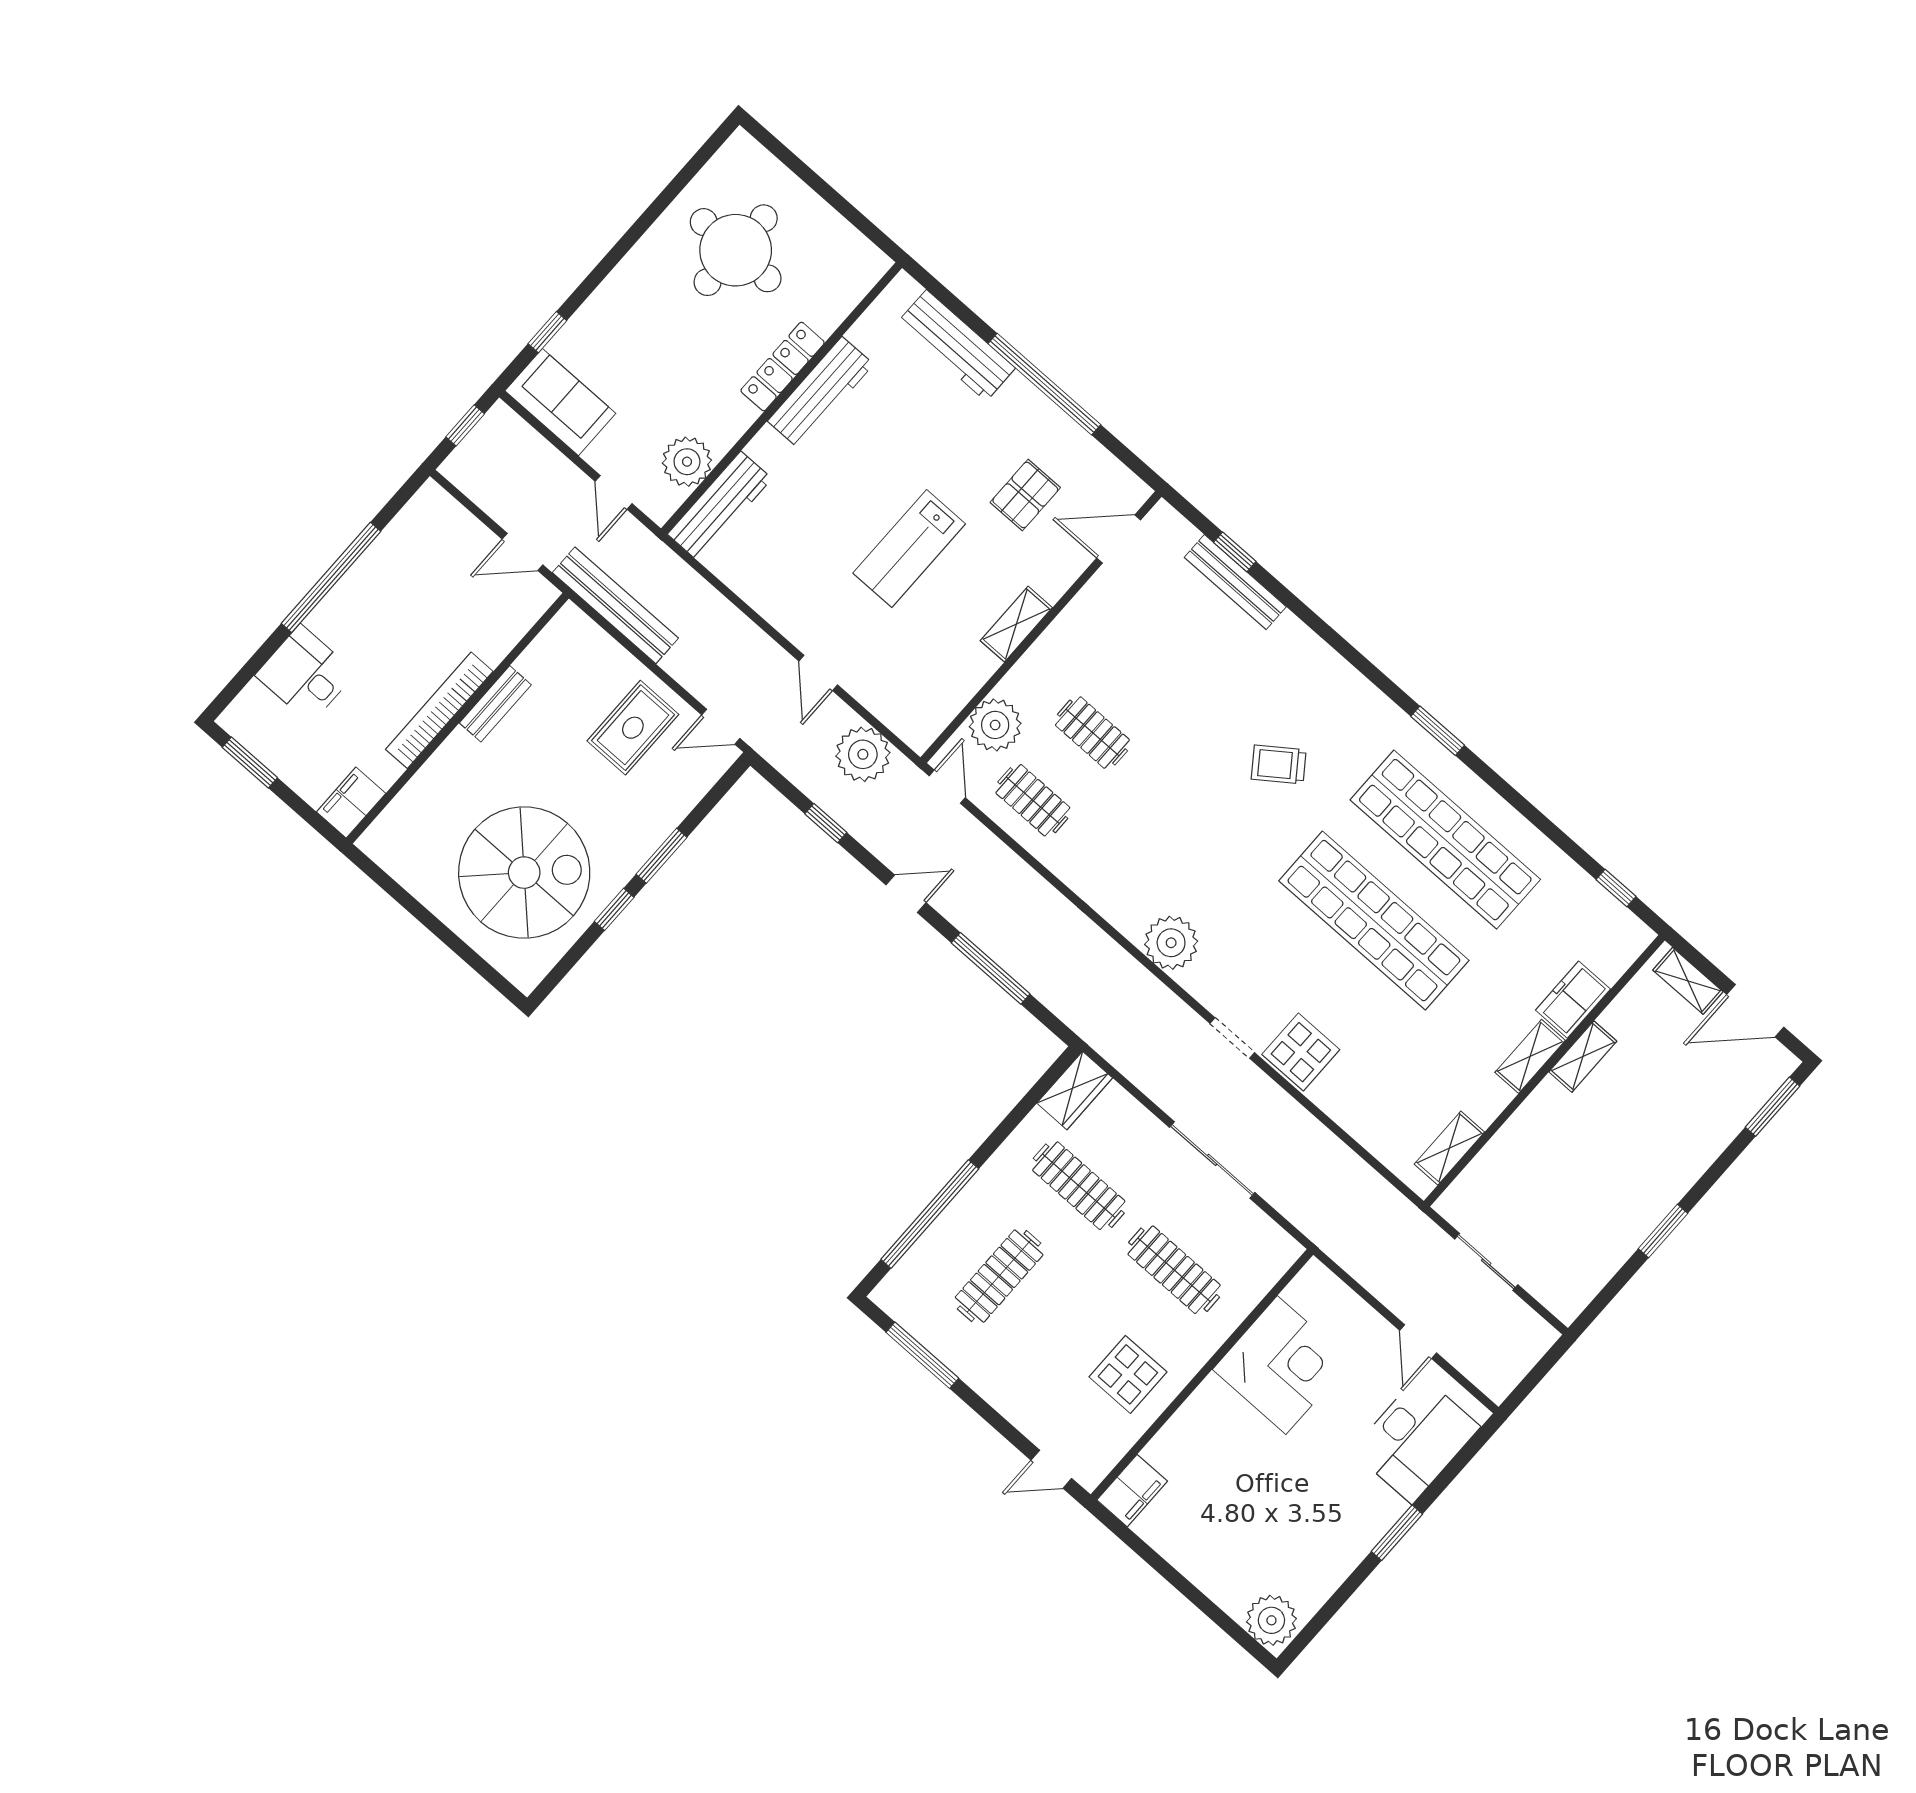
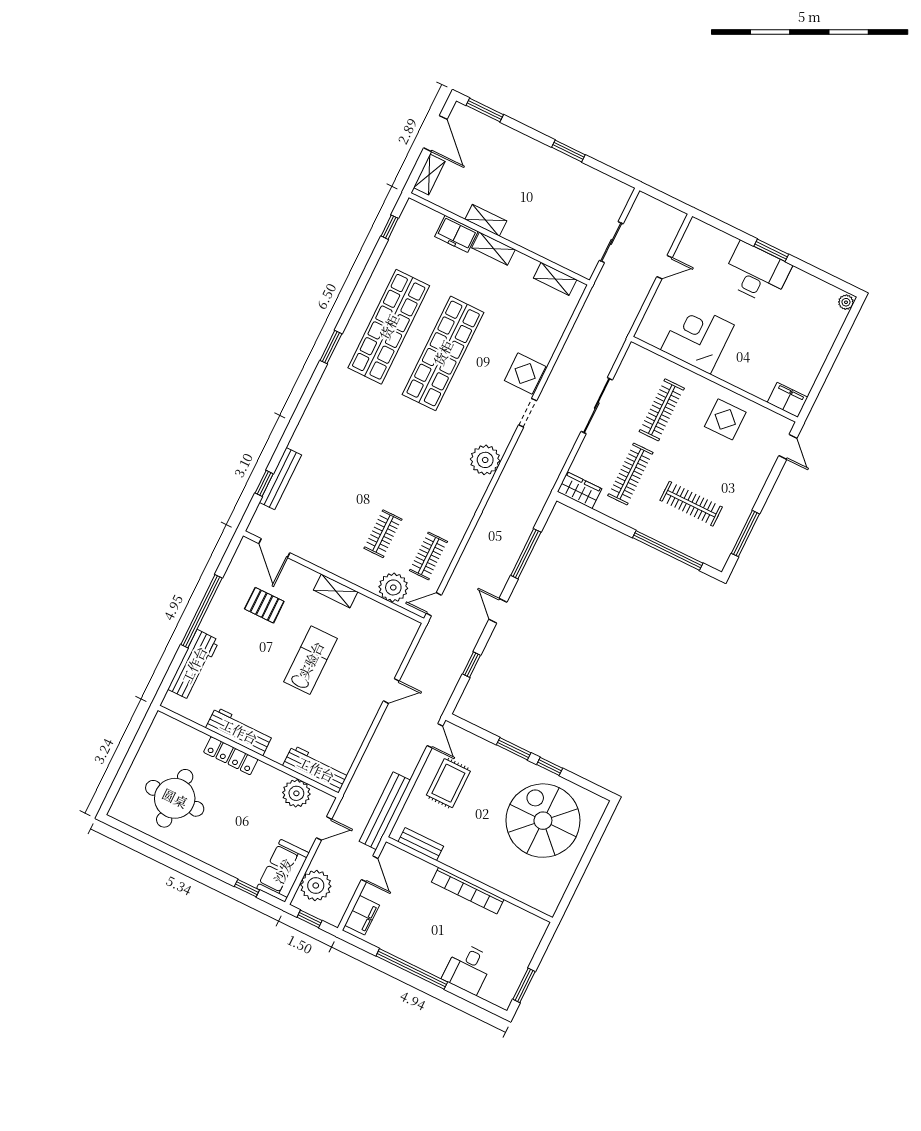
lab bench: (909, 549) -> (311, 660), turned -90
bench: (495, 704) -> (421, 844), moved
rug: (633, 728) -> (448, 783), turned 90
plant: (863, 754) -> (316, 886), moved
trolley: (1279, 764) -> (373, 428), removed
filing cabinet: (351, 803) -> (362, 915), moved, turned -90
desk: (1416, 1439) -> (756, 273), moved
plant: (1271, 1620) -> (846, 302), width x0.53, depth x0.53

